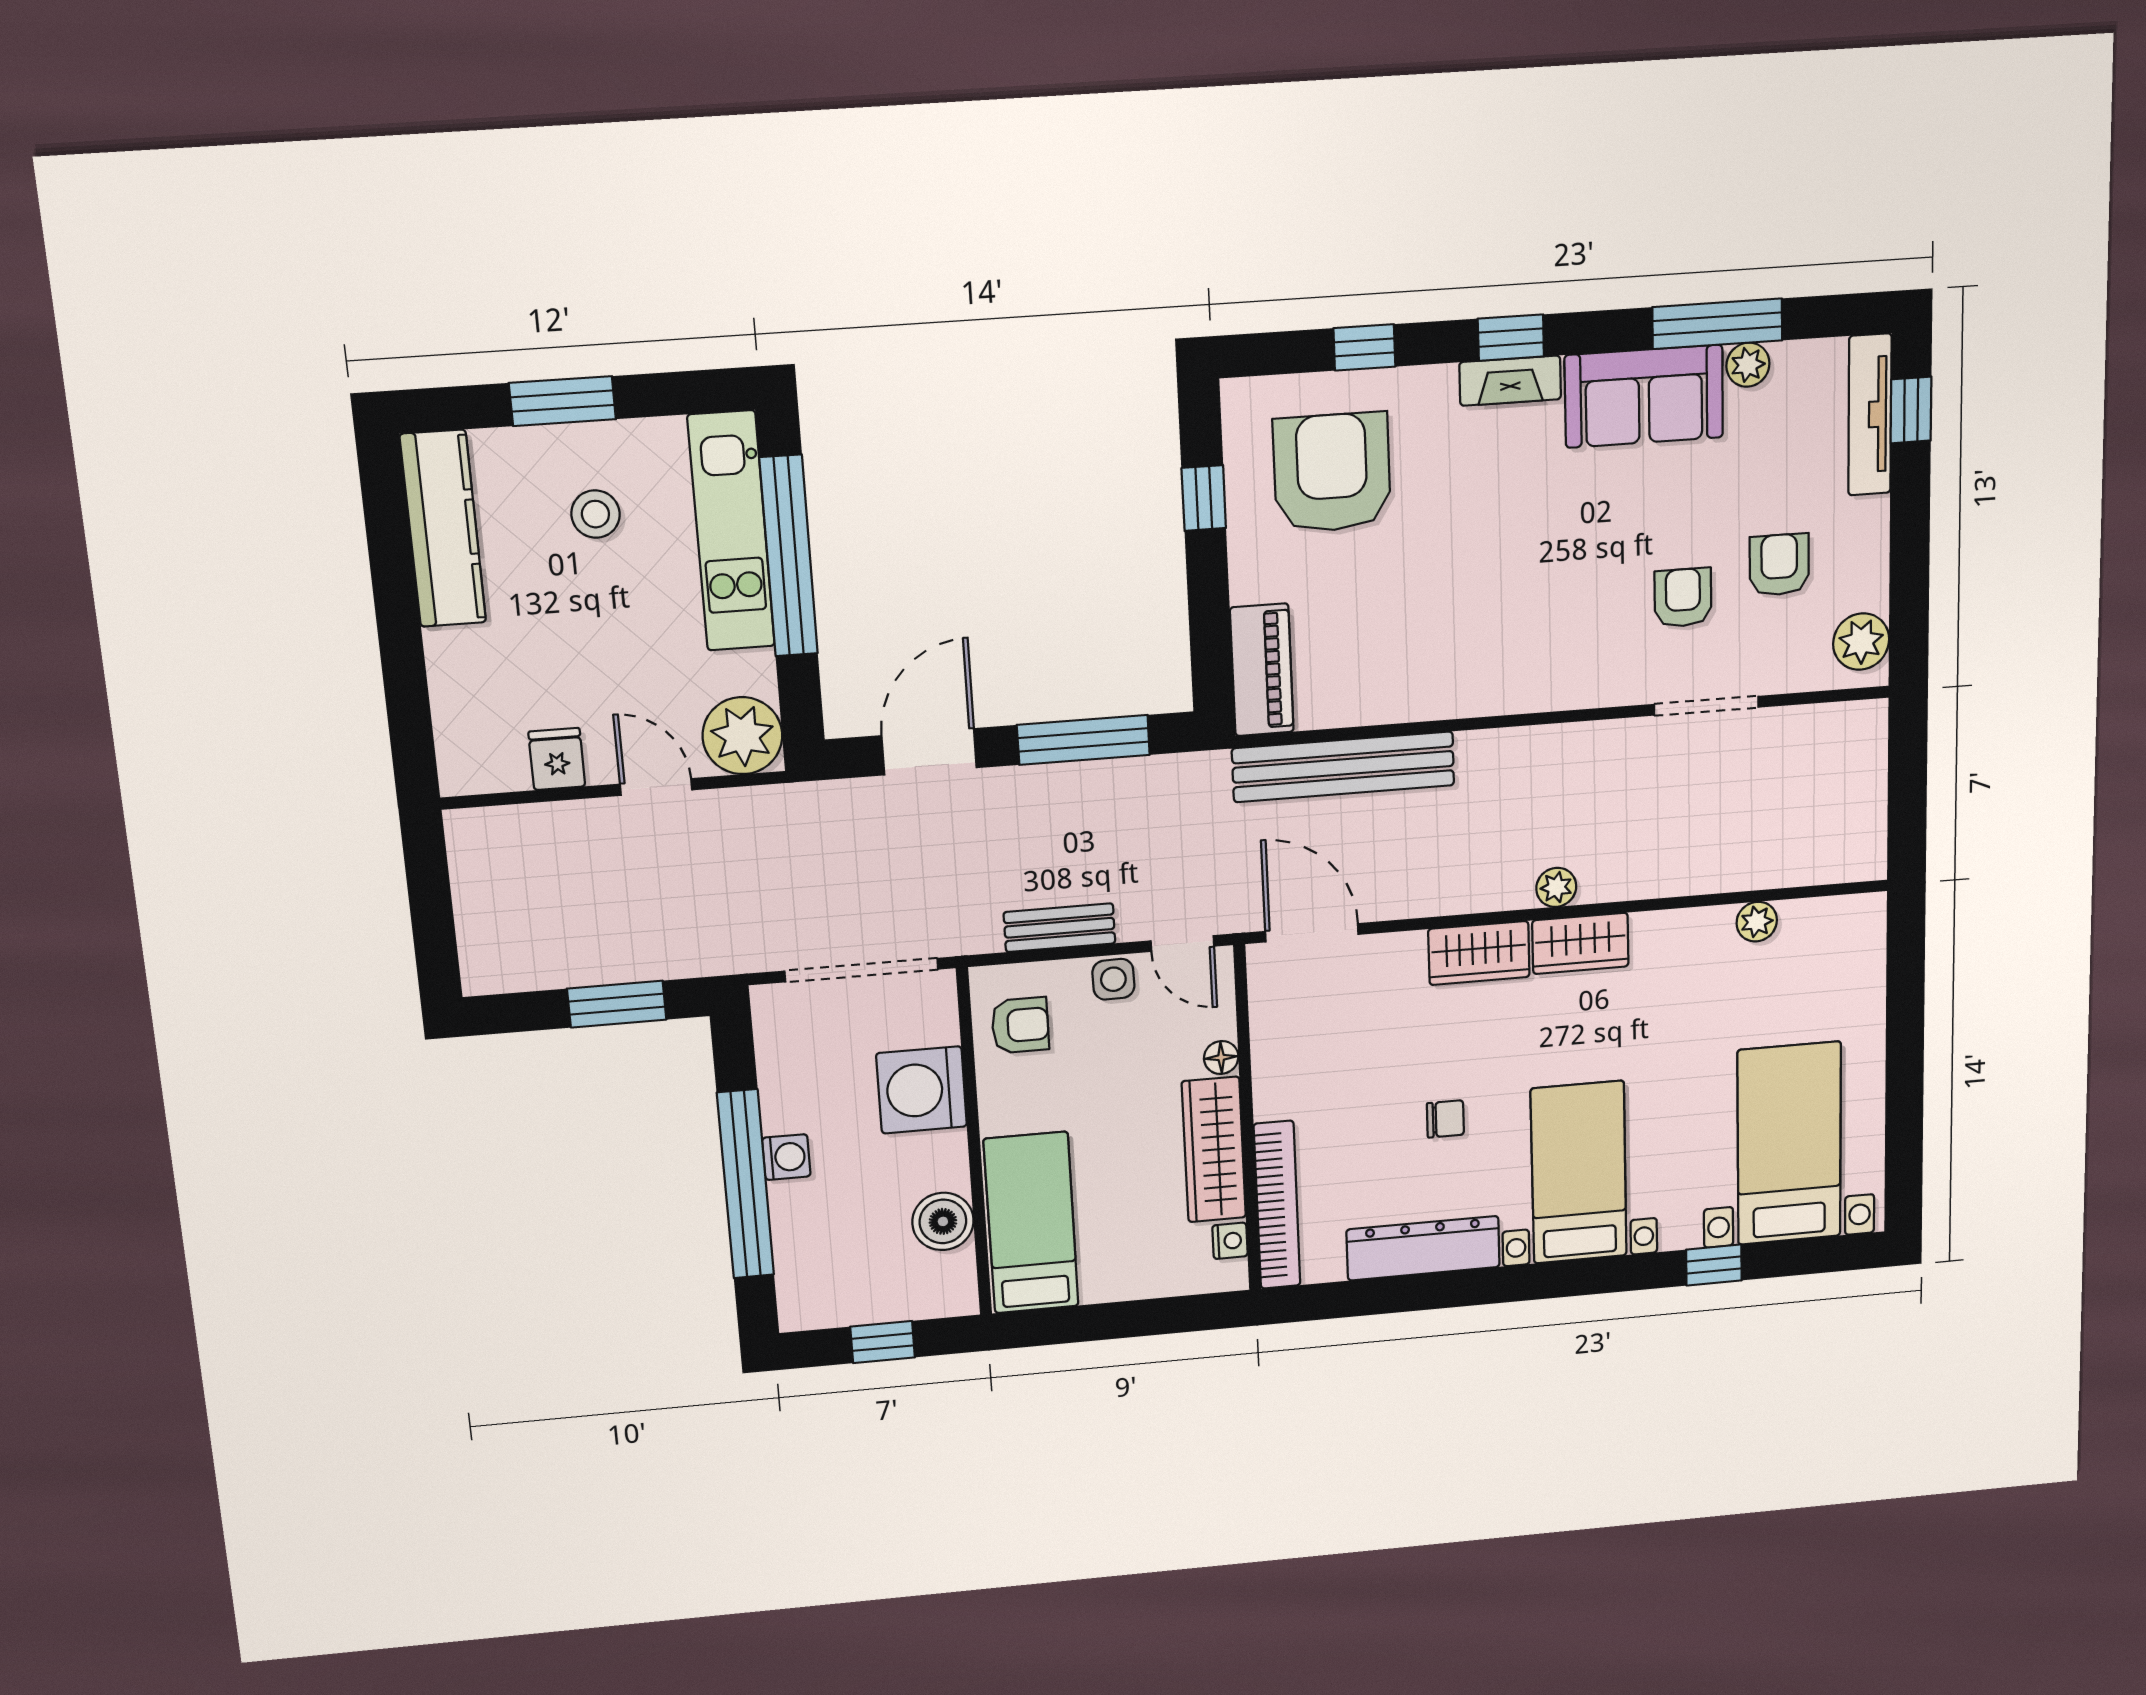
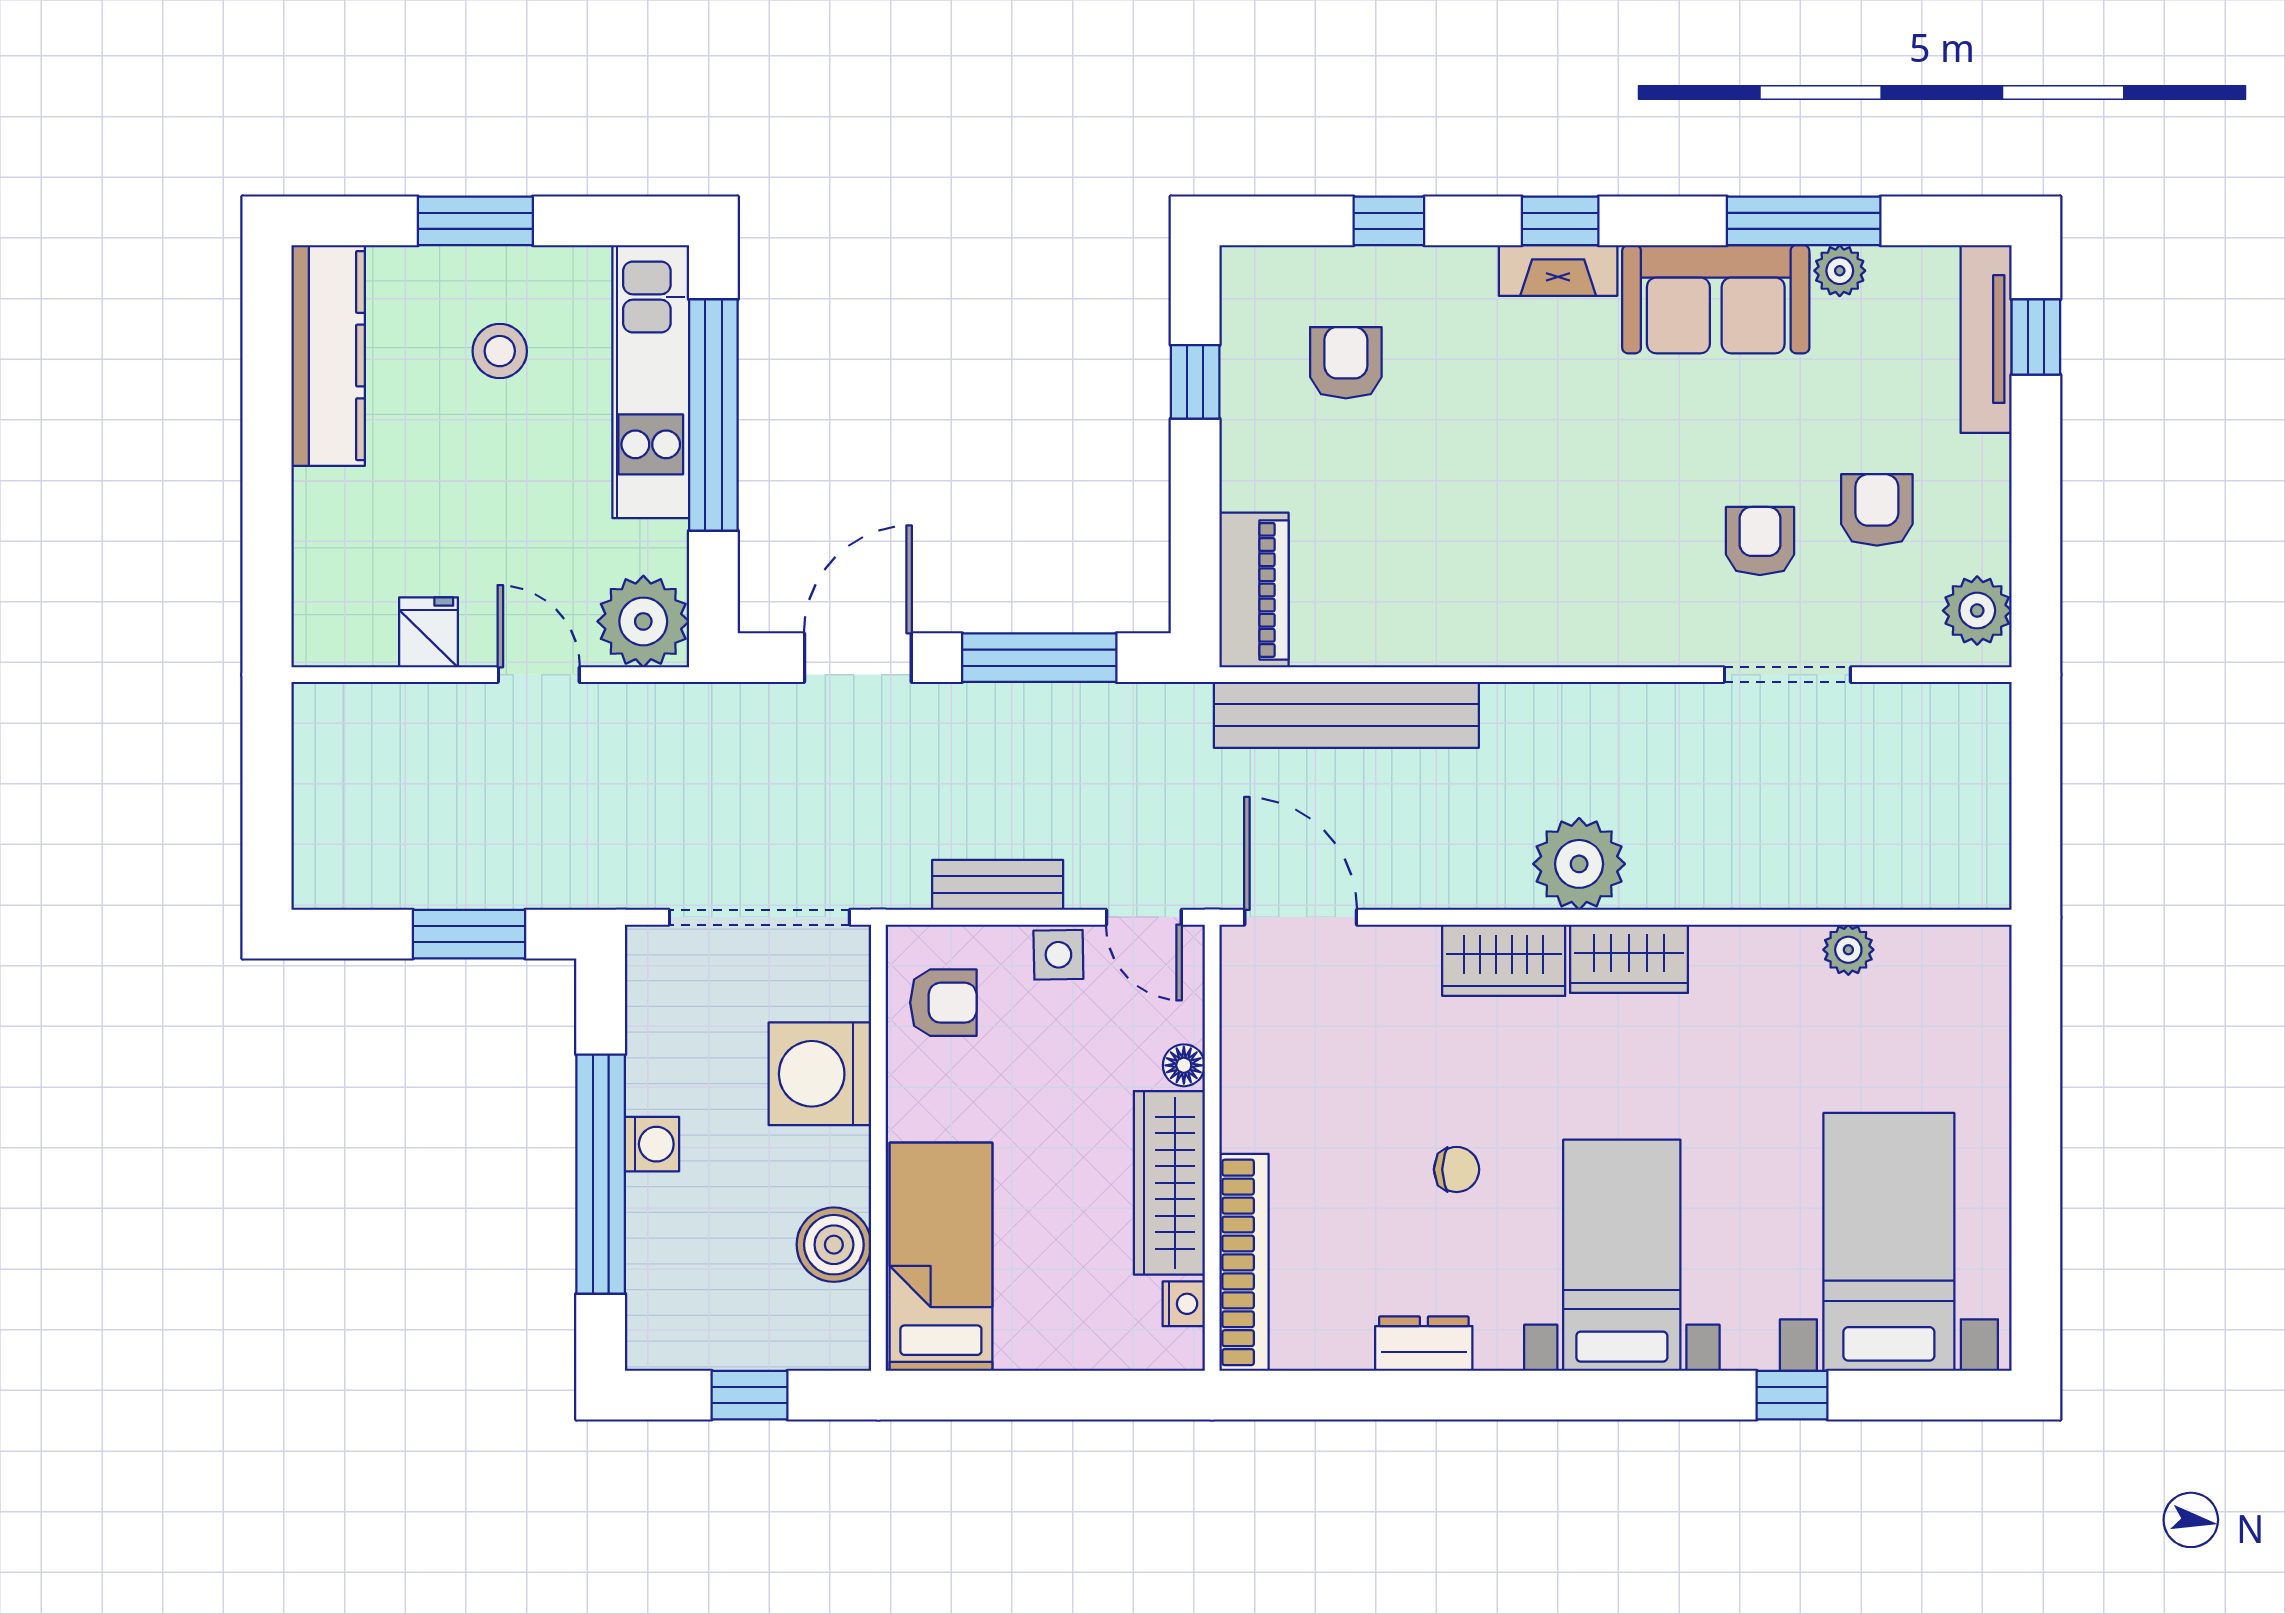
armchair: (1332, 473) -> (1346, 363), width x0.53, depth x0.53
plant: (1556, 887) -> (1579, 864), width x1.87, depth x1.87
dresser: (1423, 1248) -> (1424, 1344), width x0.51, depth x0.80

